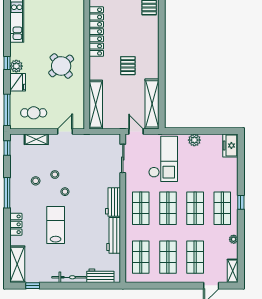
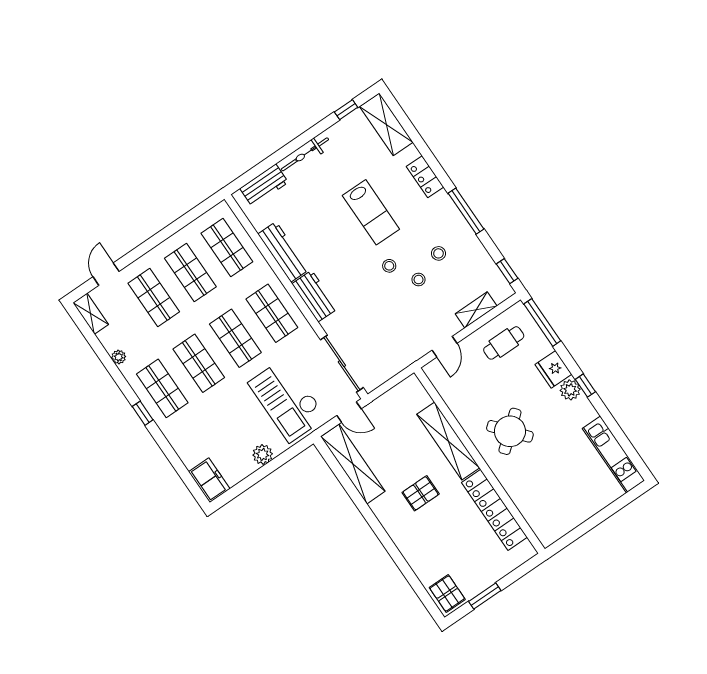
pallet: (128, 66) -> (421, 493), turned 90
shelving: (96, 105) -> (448, 441), moved
sliding door: (123, 158) -> (342, 364), width x1.37

